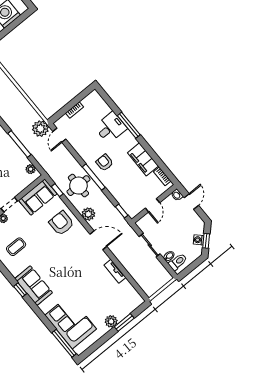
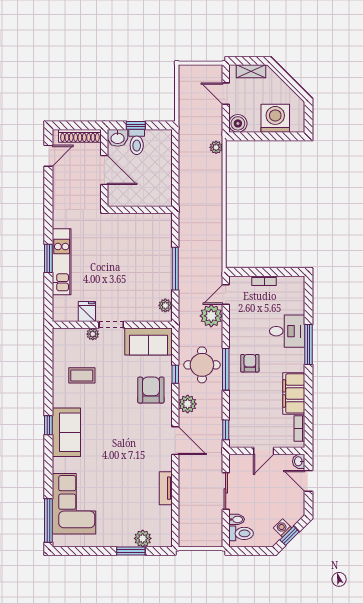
plant: (40, 129) -> (211, 316), moved
window: (57, 190) -> (175, 374), moved
door: (191, 201) -> (308, 481), swing flipped
plant: (111, 321) -> (143, 538), moved

